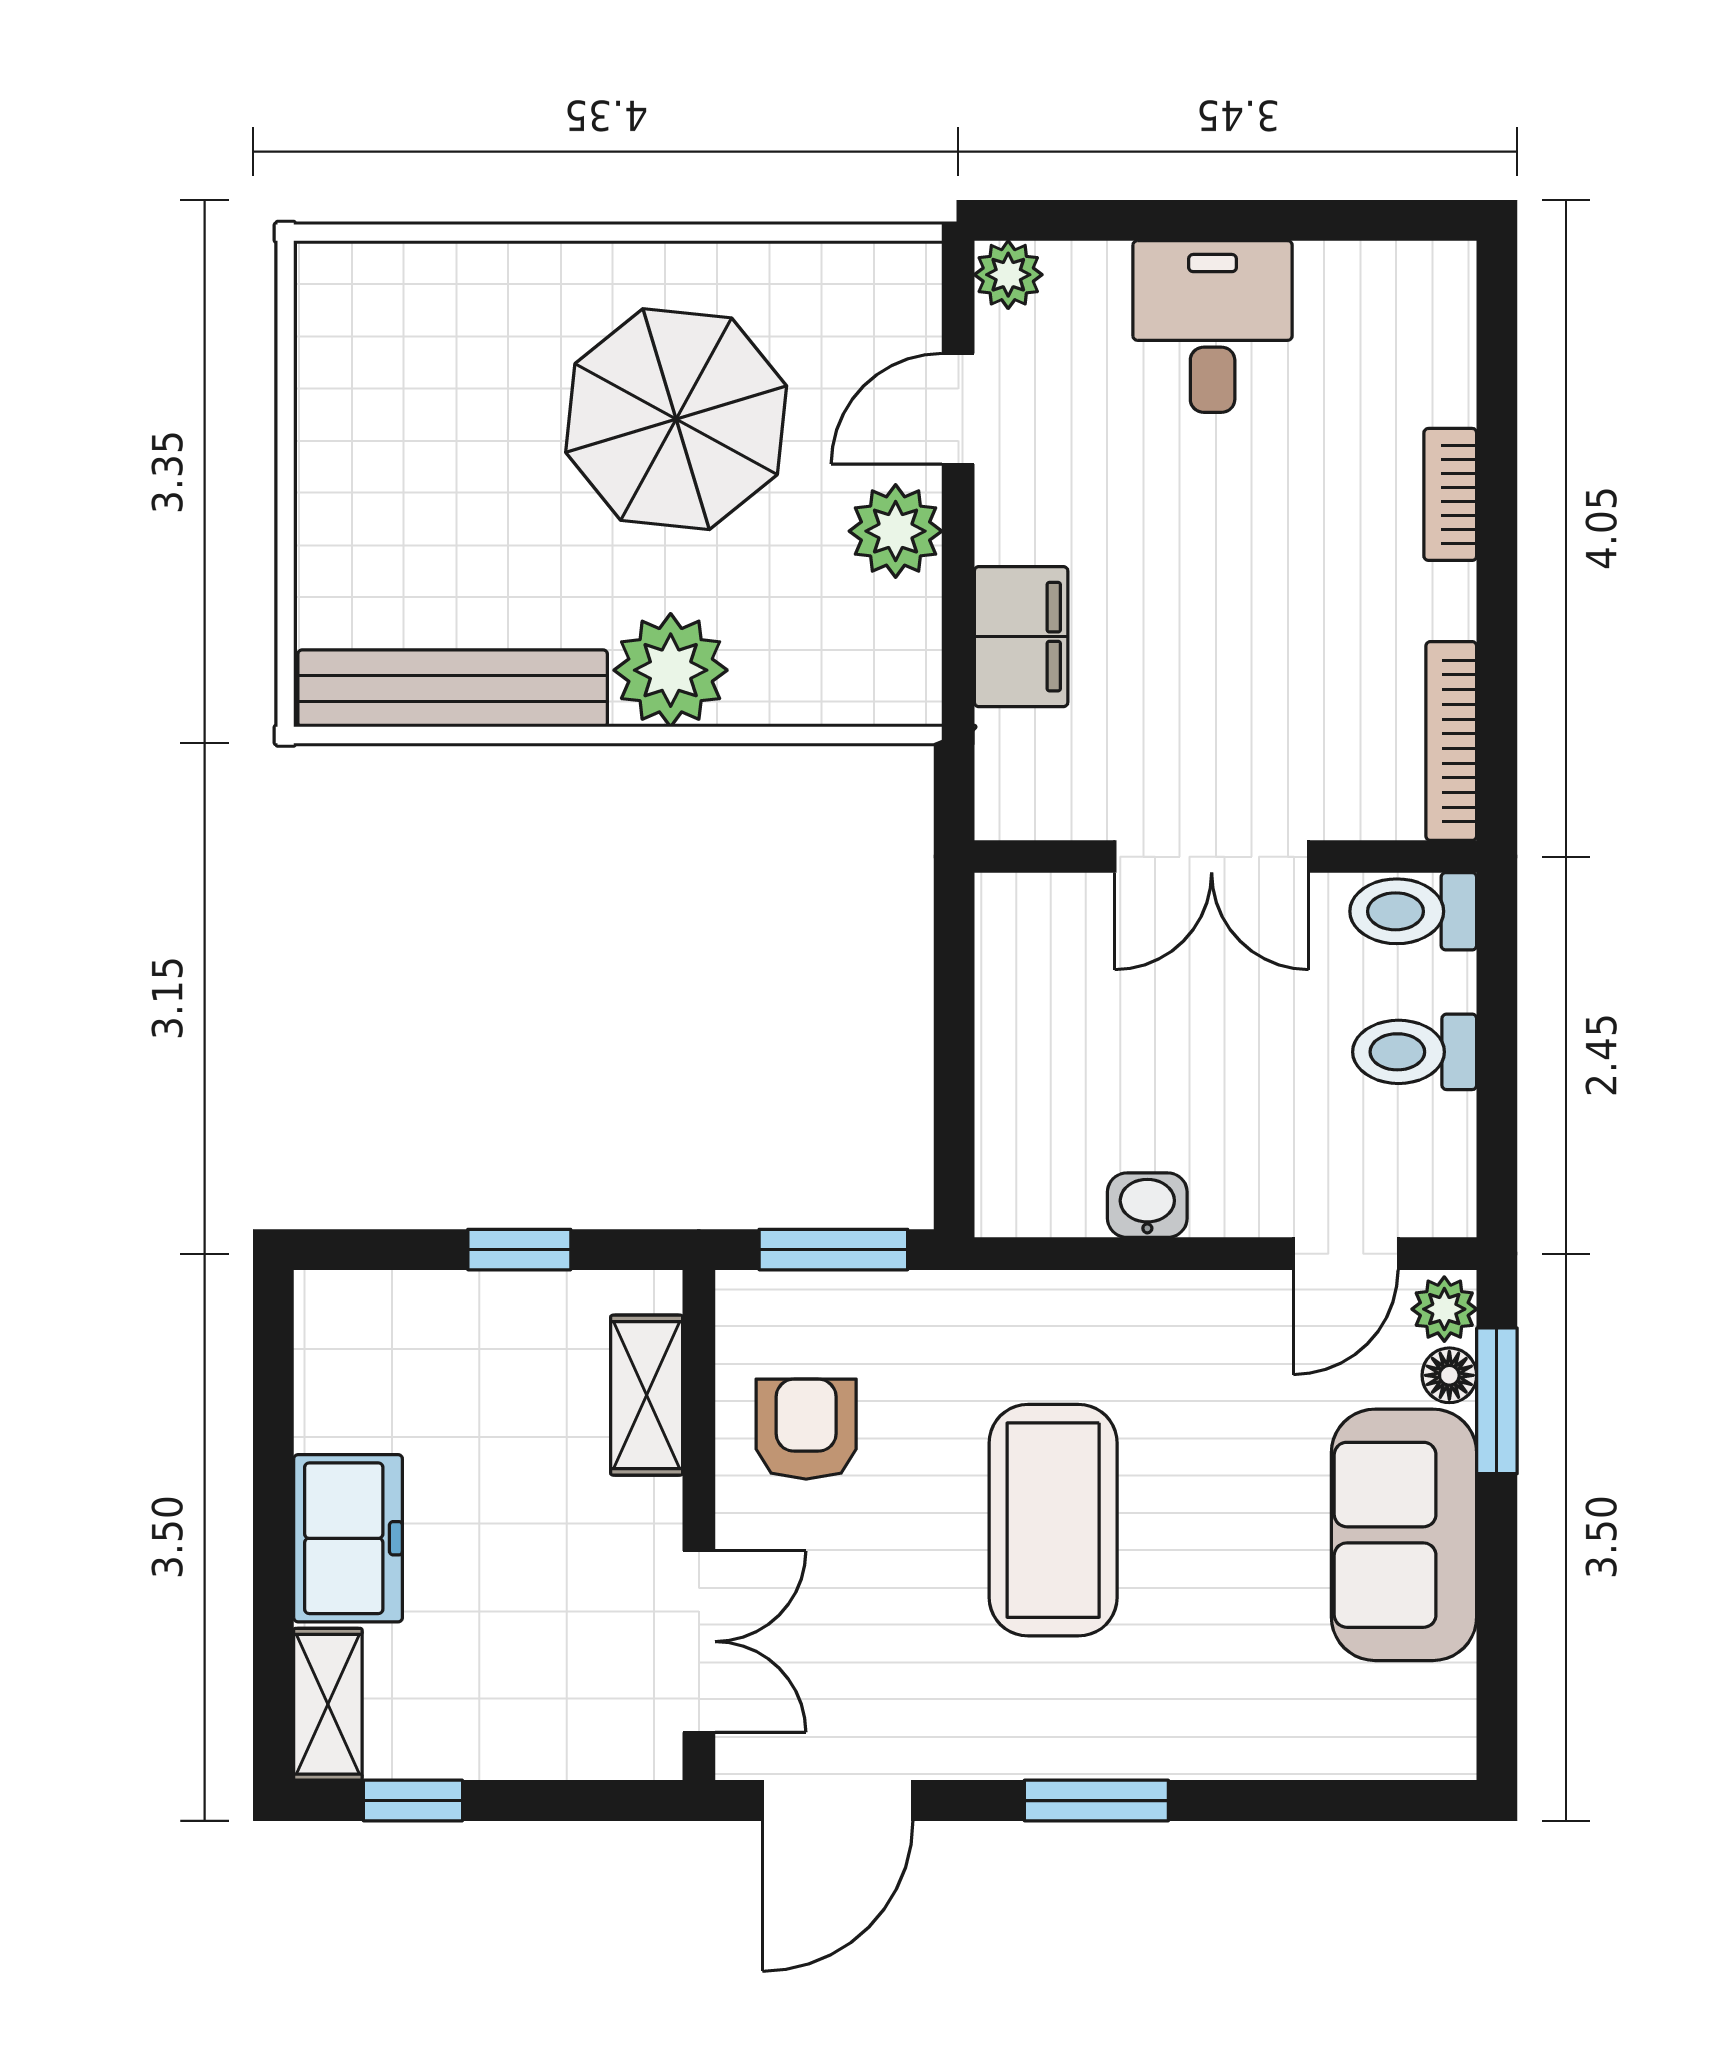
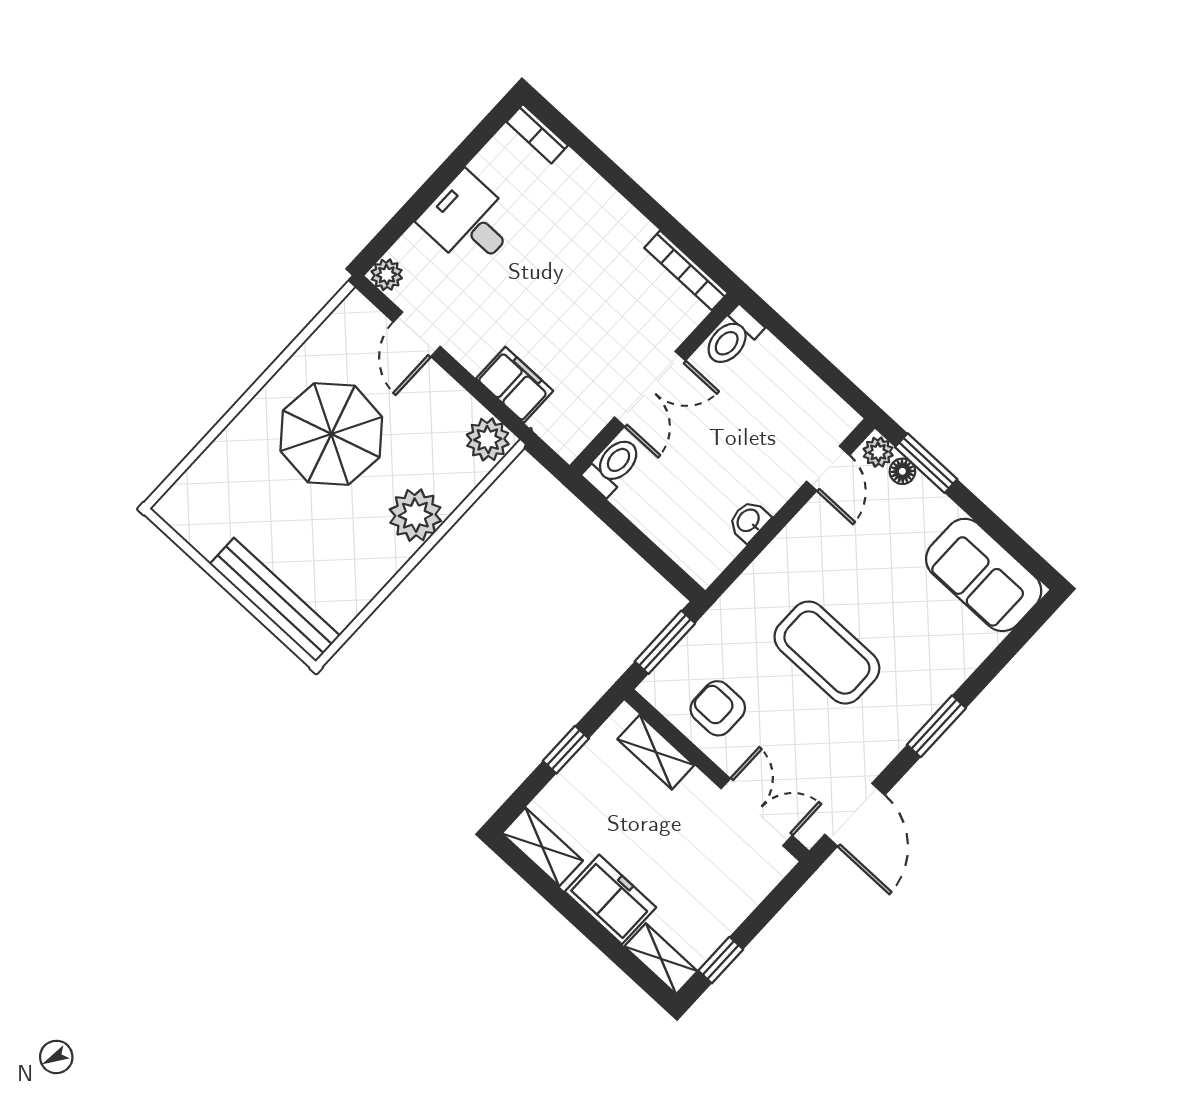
bookcase: (1450, 494) -> (537, 134), moved
plant: (896, 531) -> (488, 439), moved
bench: (453, 688) -> (275, 600), moved, turned 90
toilet: (1415, 1052) -> (613, 466), moved, turned 180
shelving: (332, 1354) -> (542, 847), added
sofa: (1404, 1535) -> (984, 575), moved

